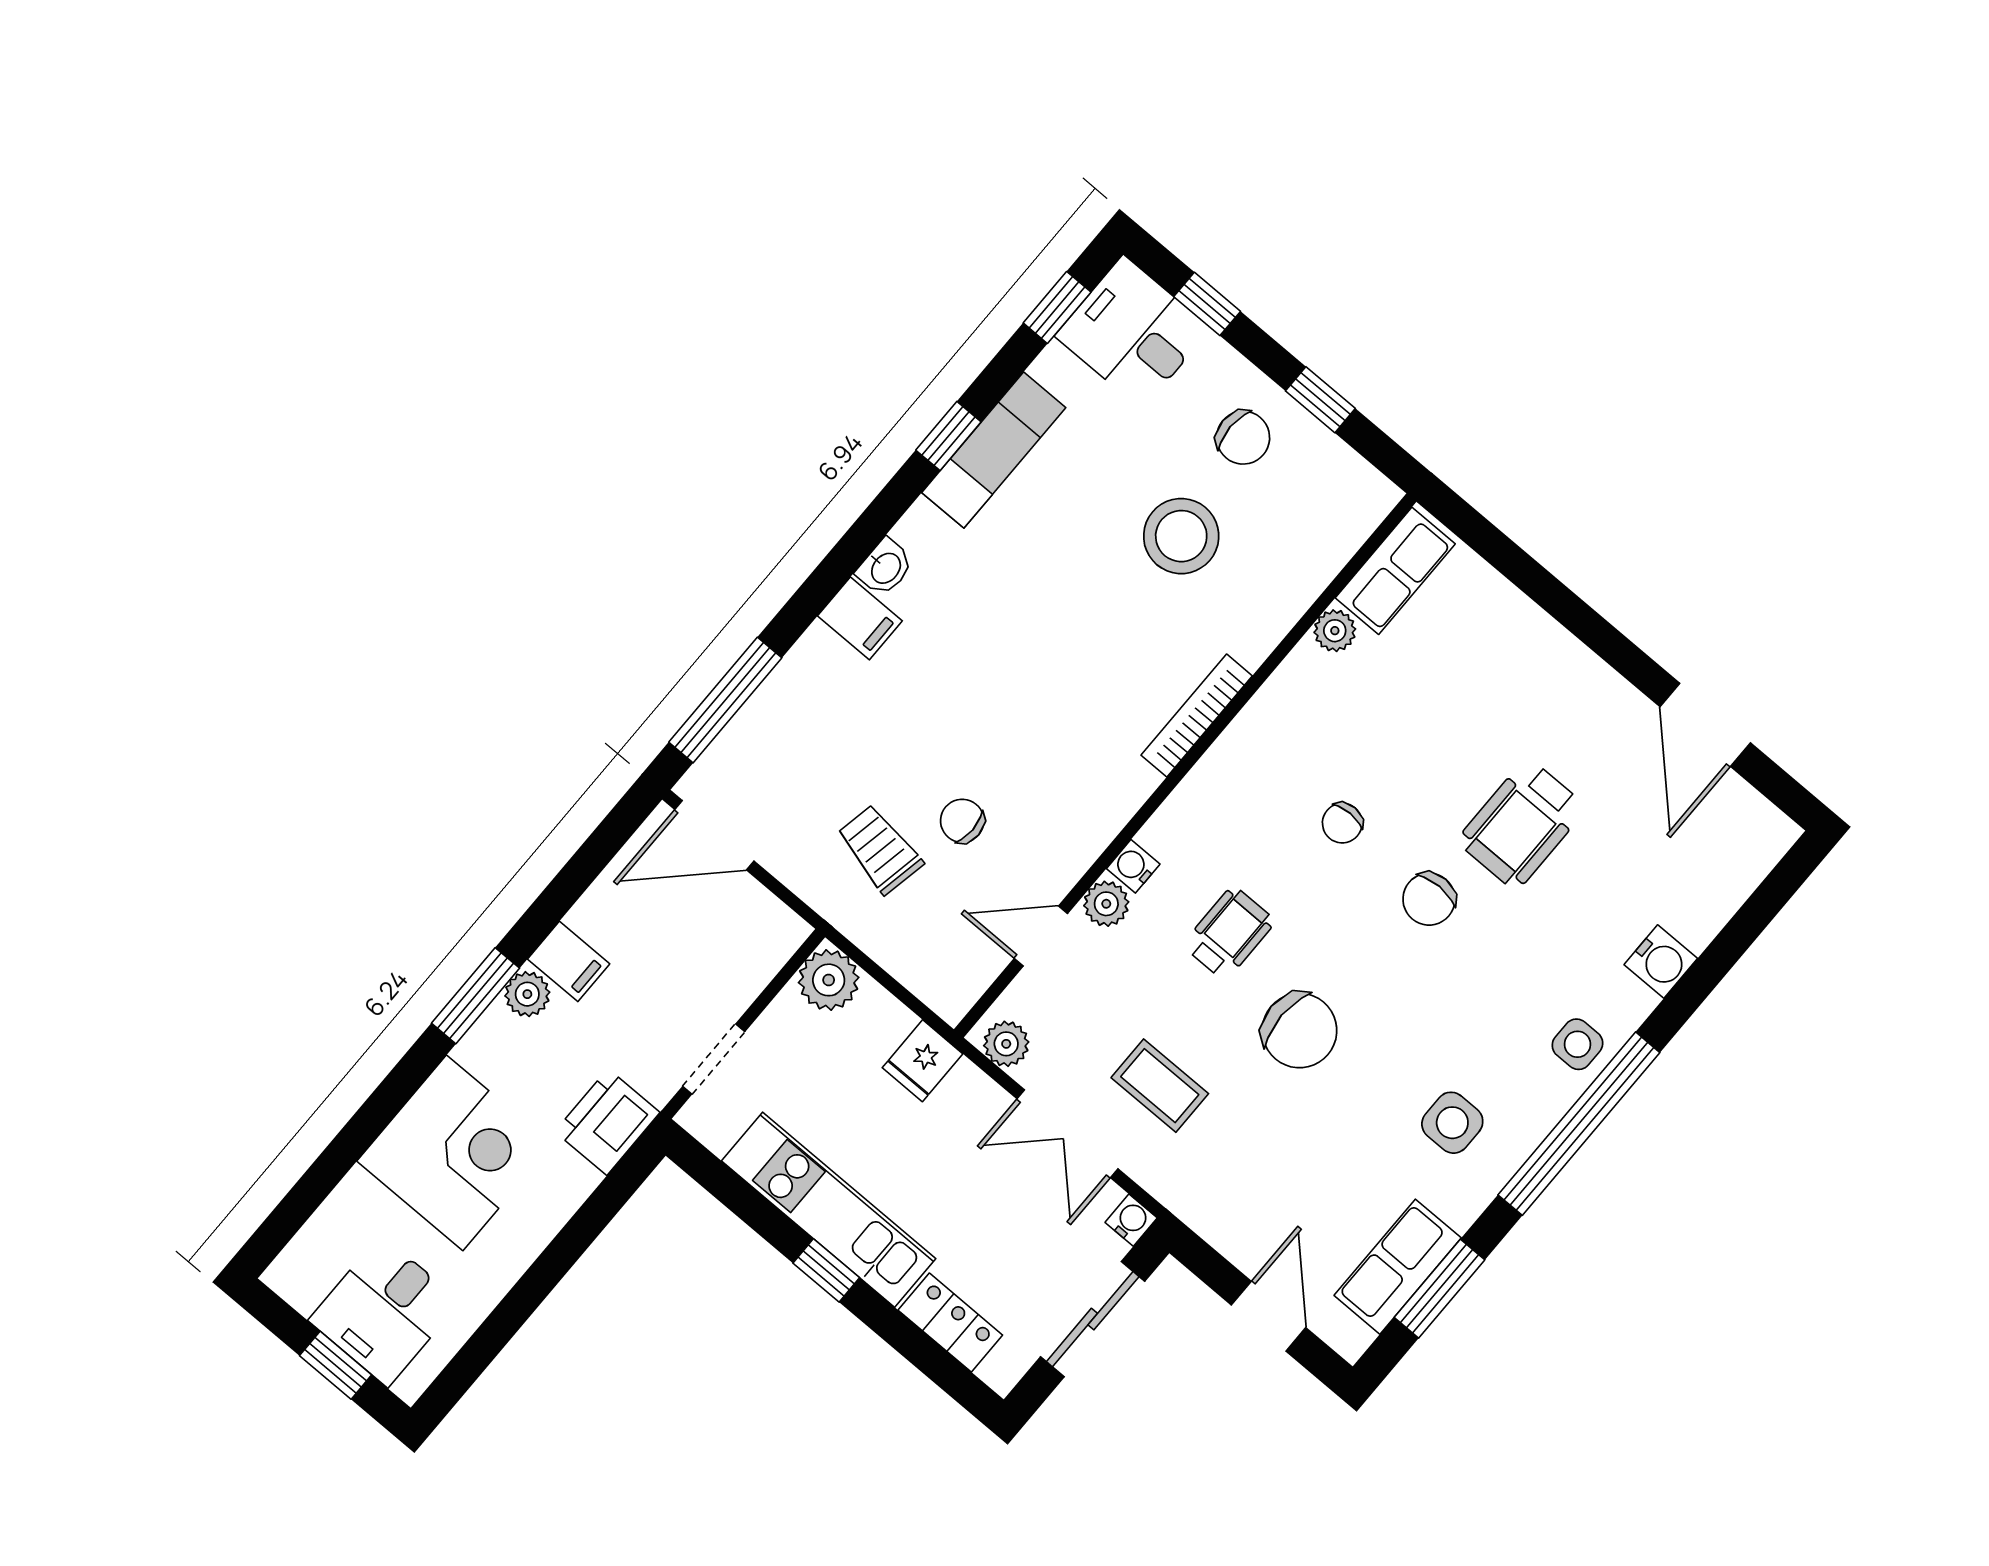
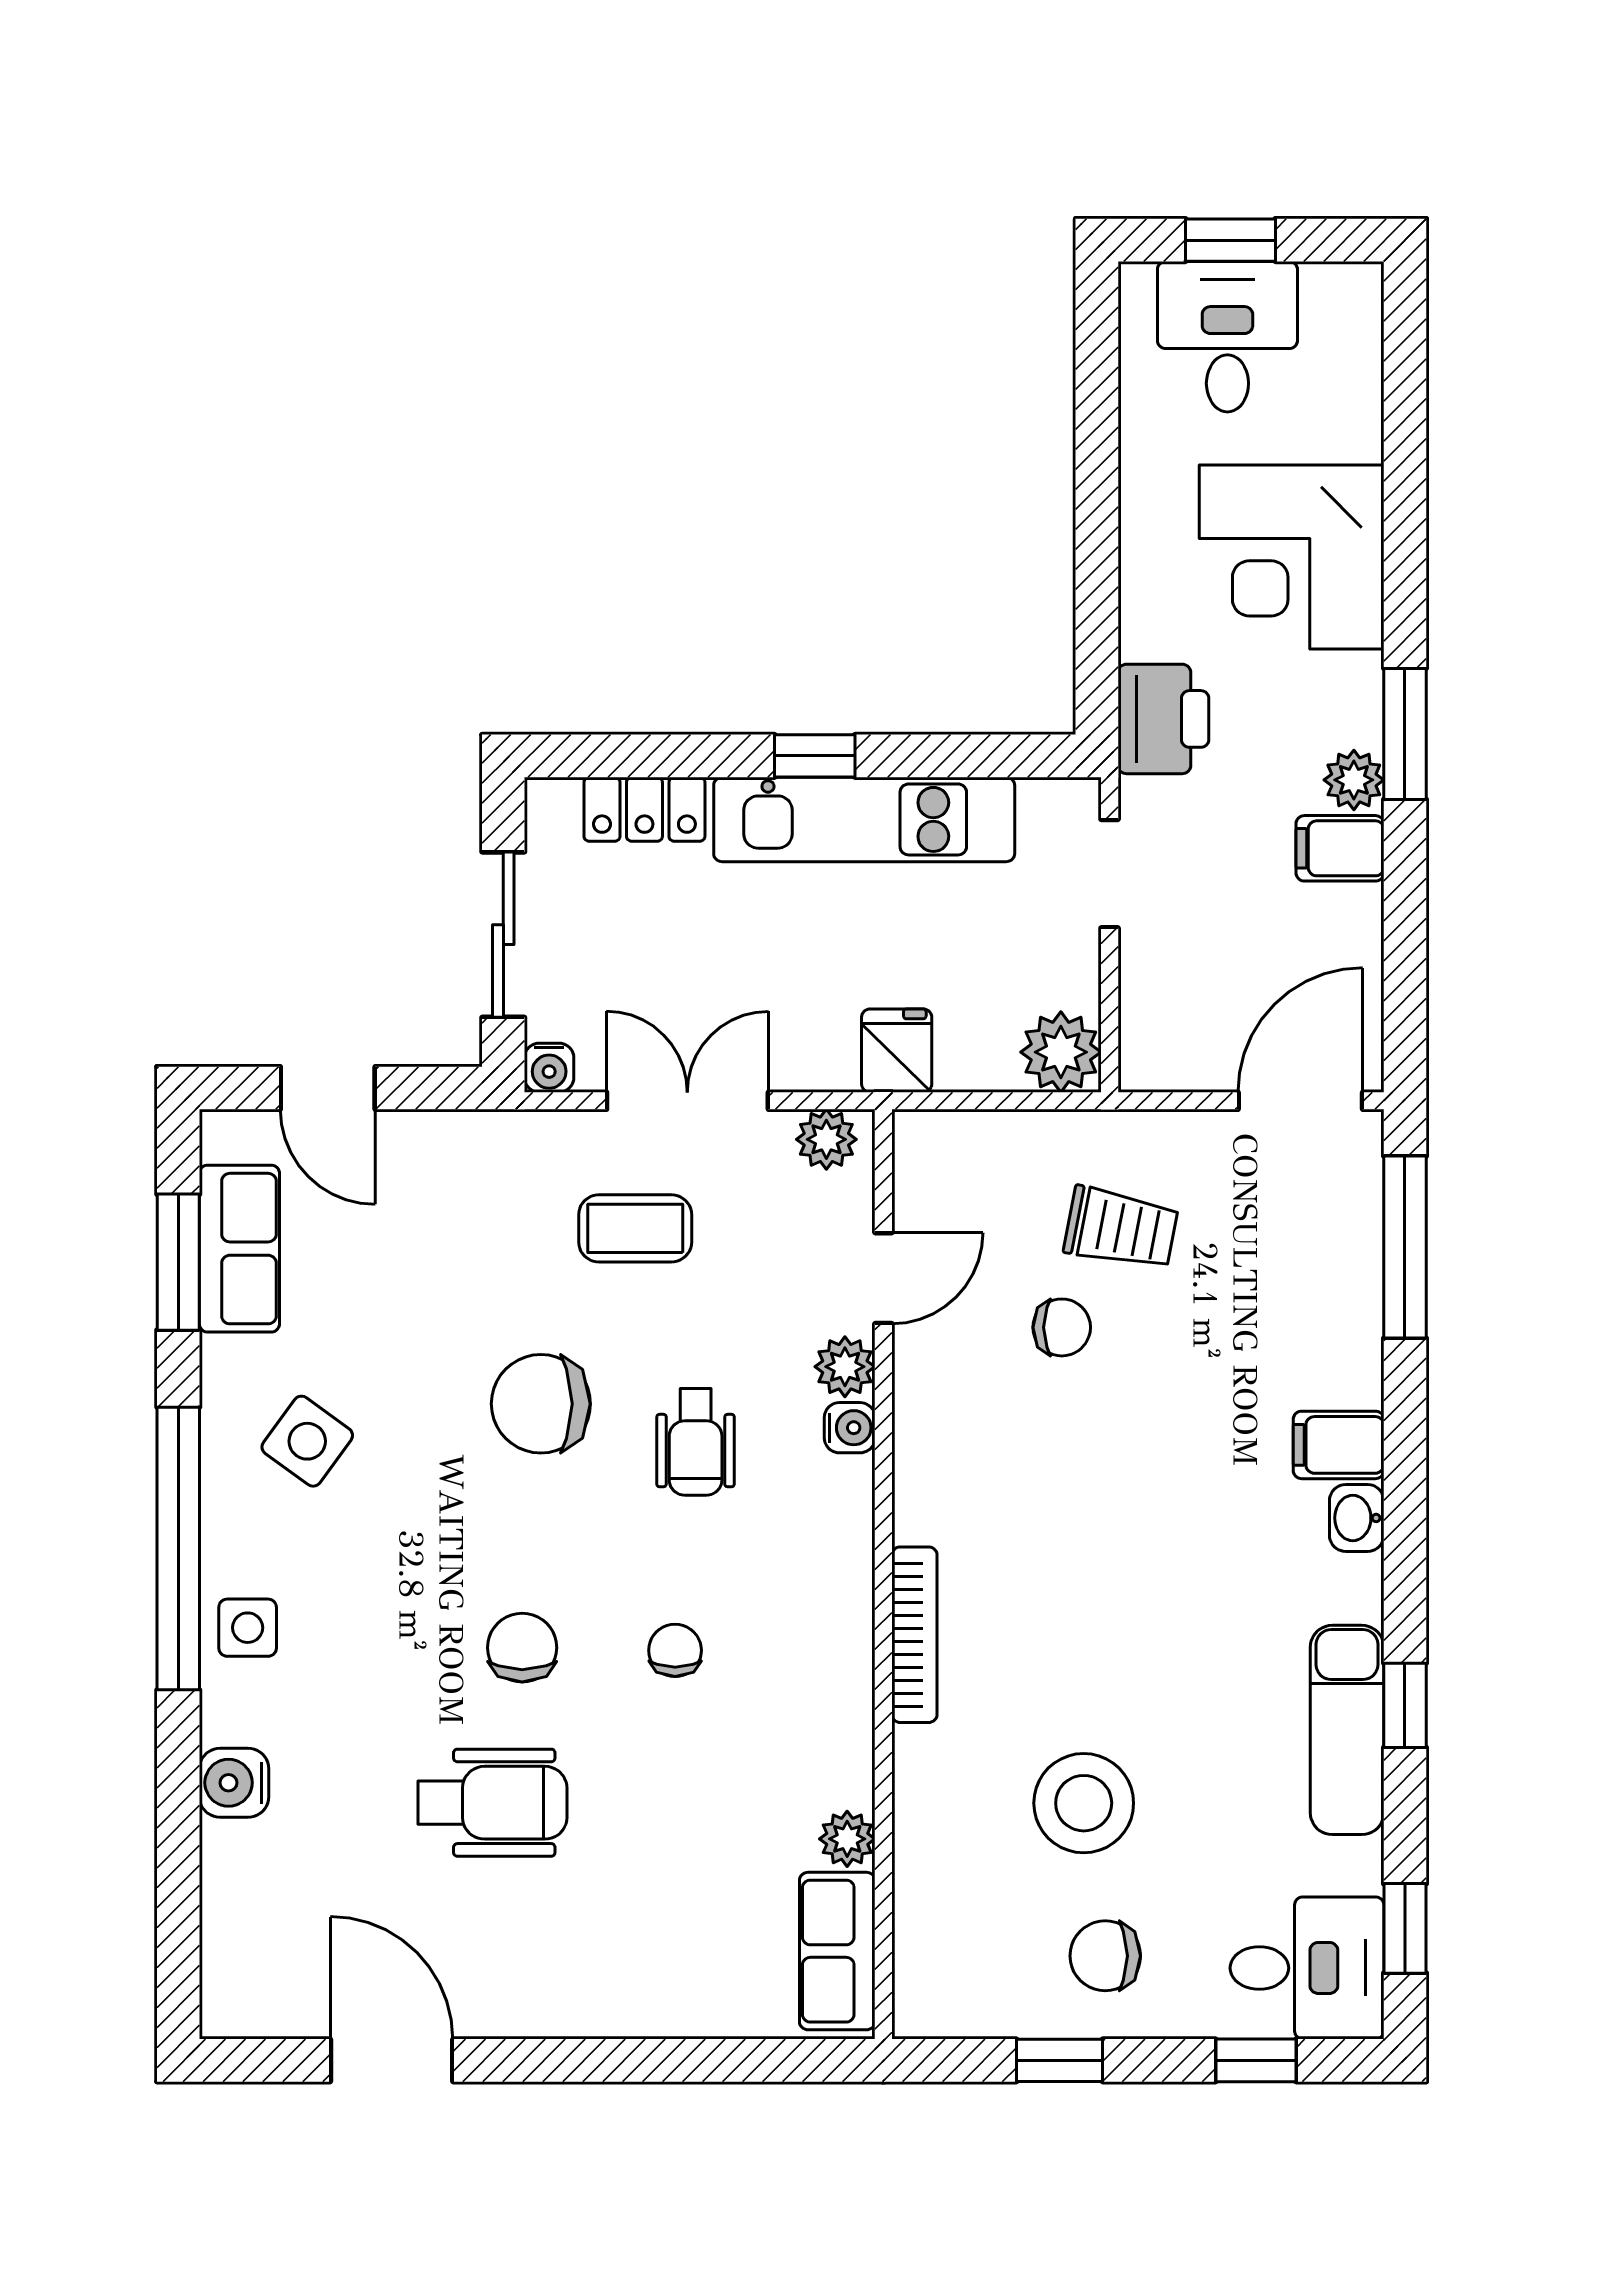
wheelchair: (1522, 824) -> (492, 1803), turned 90
side table: (1452, 1123) -> (307, 1441), turned 36

